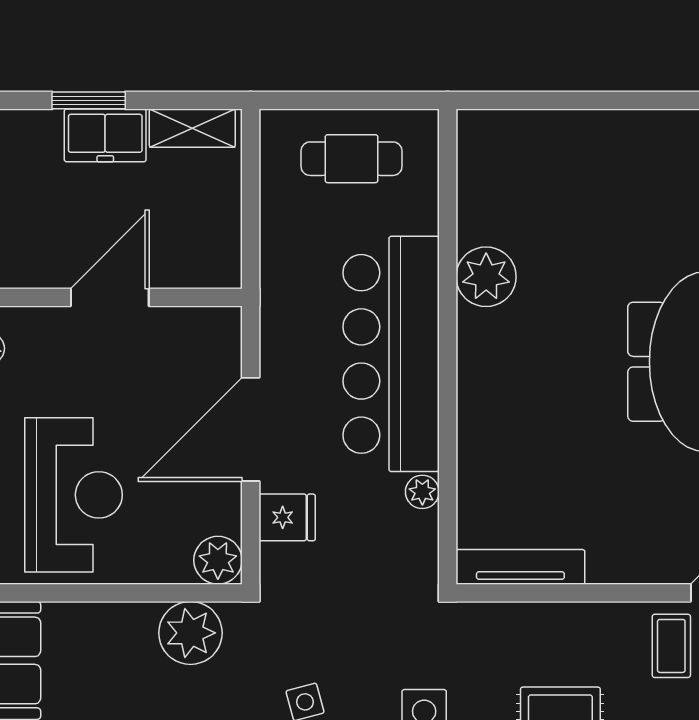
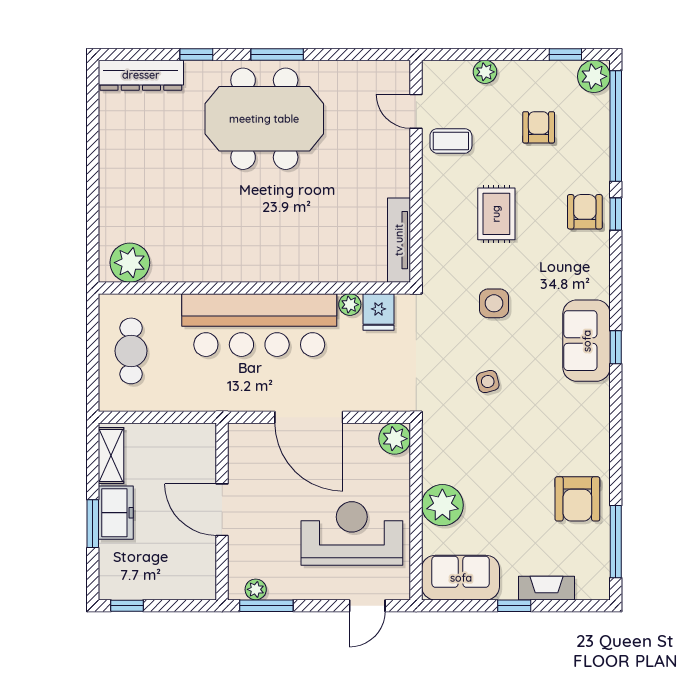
plant: (486, 277) -> (130, 263), moved
fridge: (287, 517) -> (378, 312), moved, turned 180
plant: (190, 633) -> (442, 505), moved

